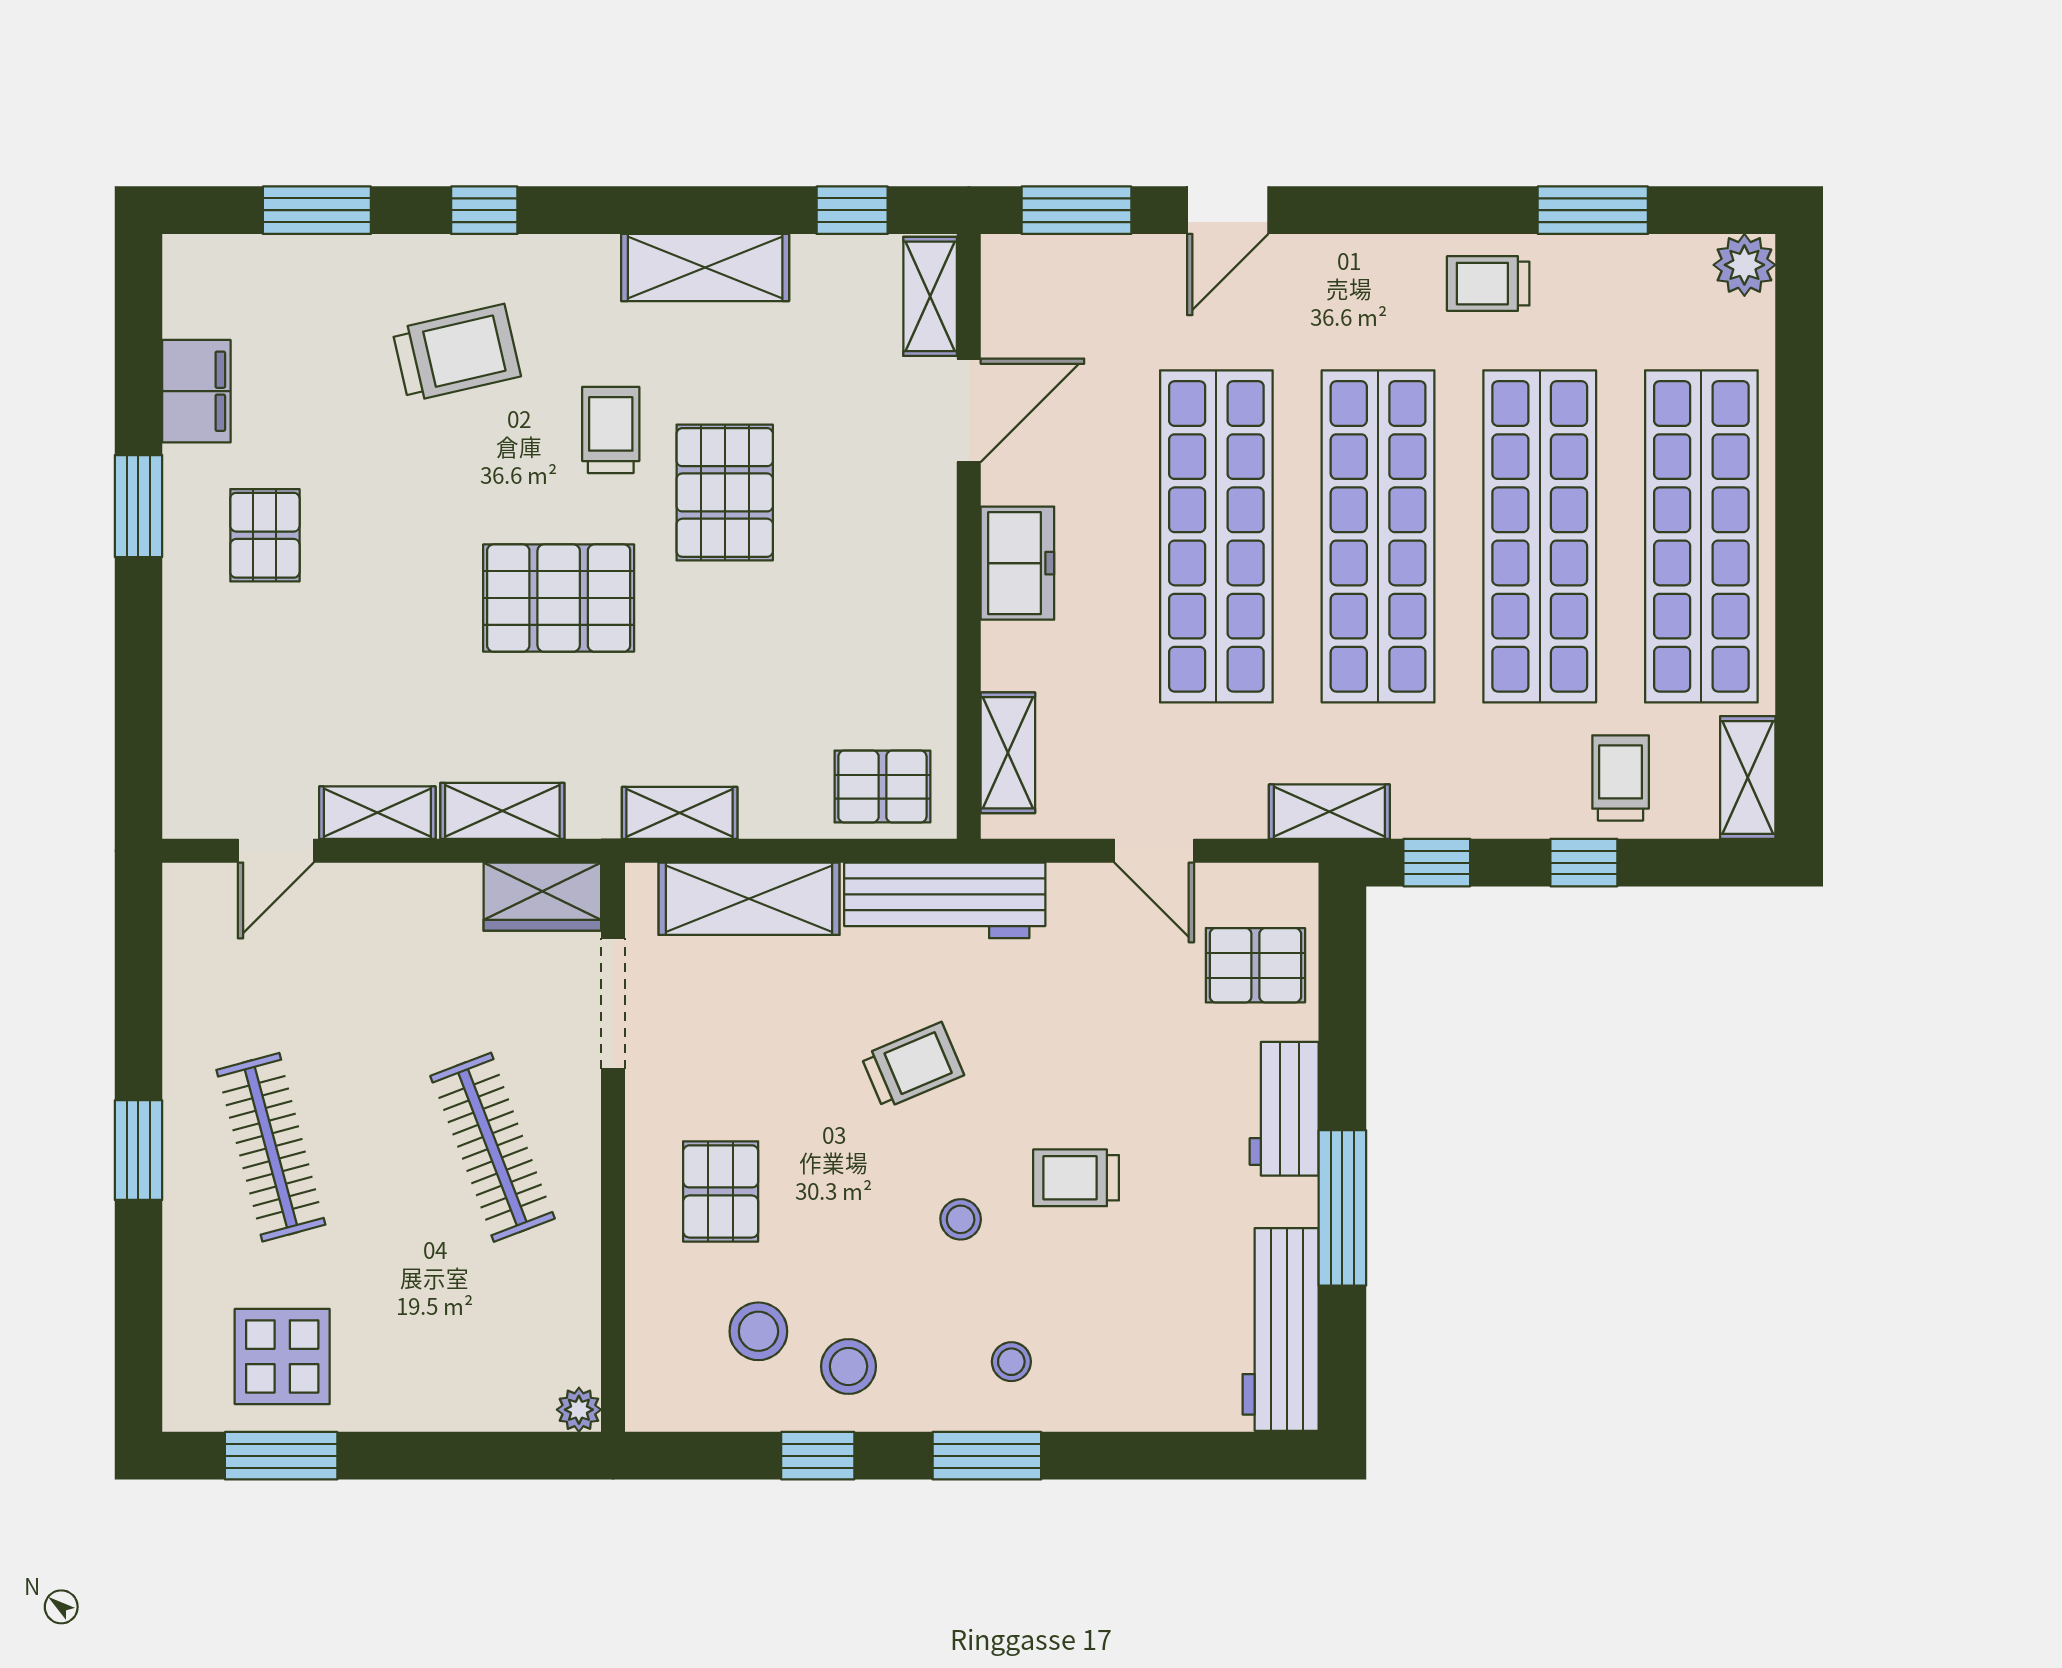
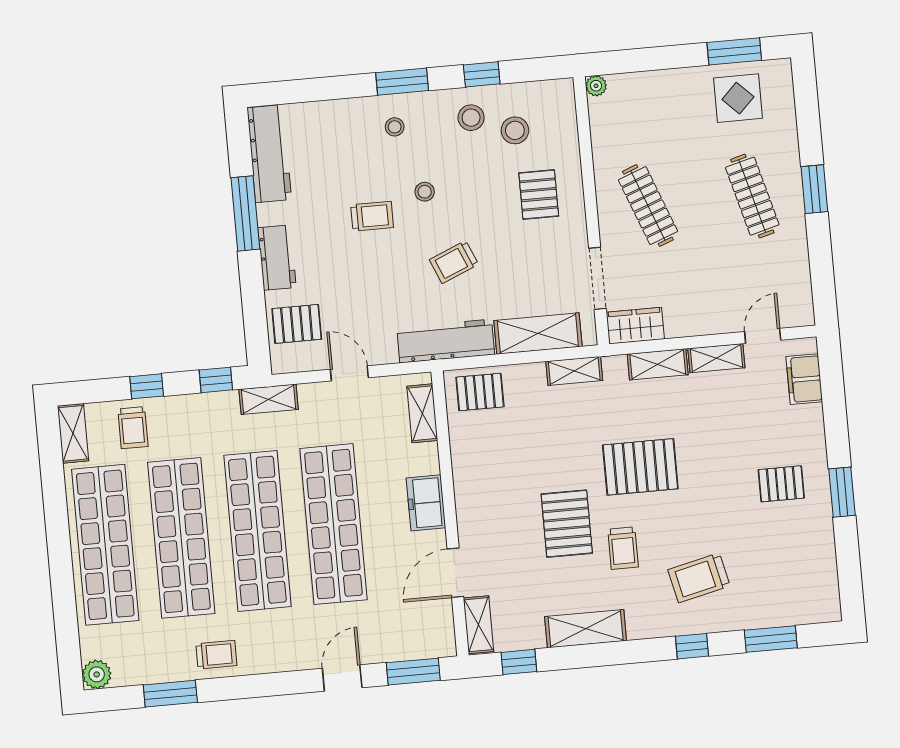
filing cabinet: (196, 391) -> (804, 379), moved
pallet: (265, 535) -> (781, 484), turned 90

